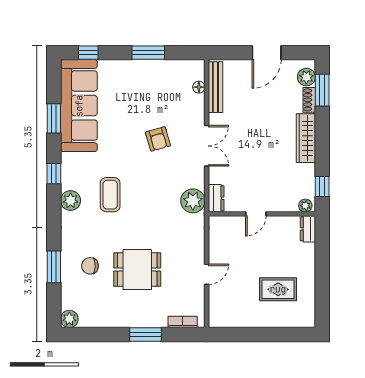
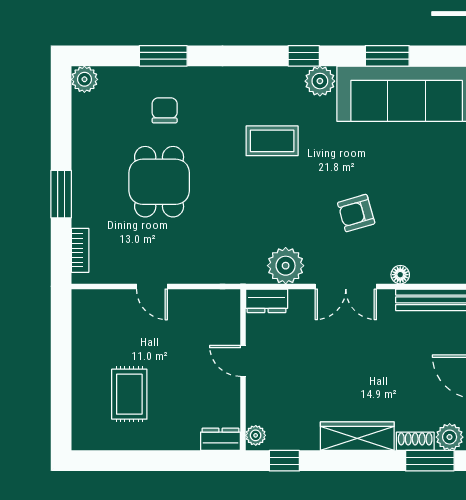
floor lamp: (199, 87) -> (400, 275), moved
plant: (71, 201) -> (320, 81), moved
plant: (193, 201) -> (286, 266), moved

